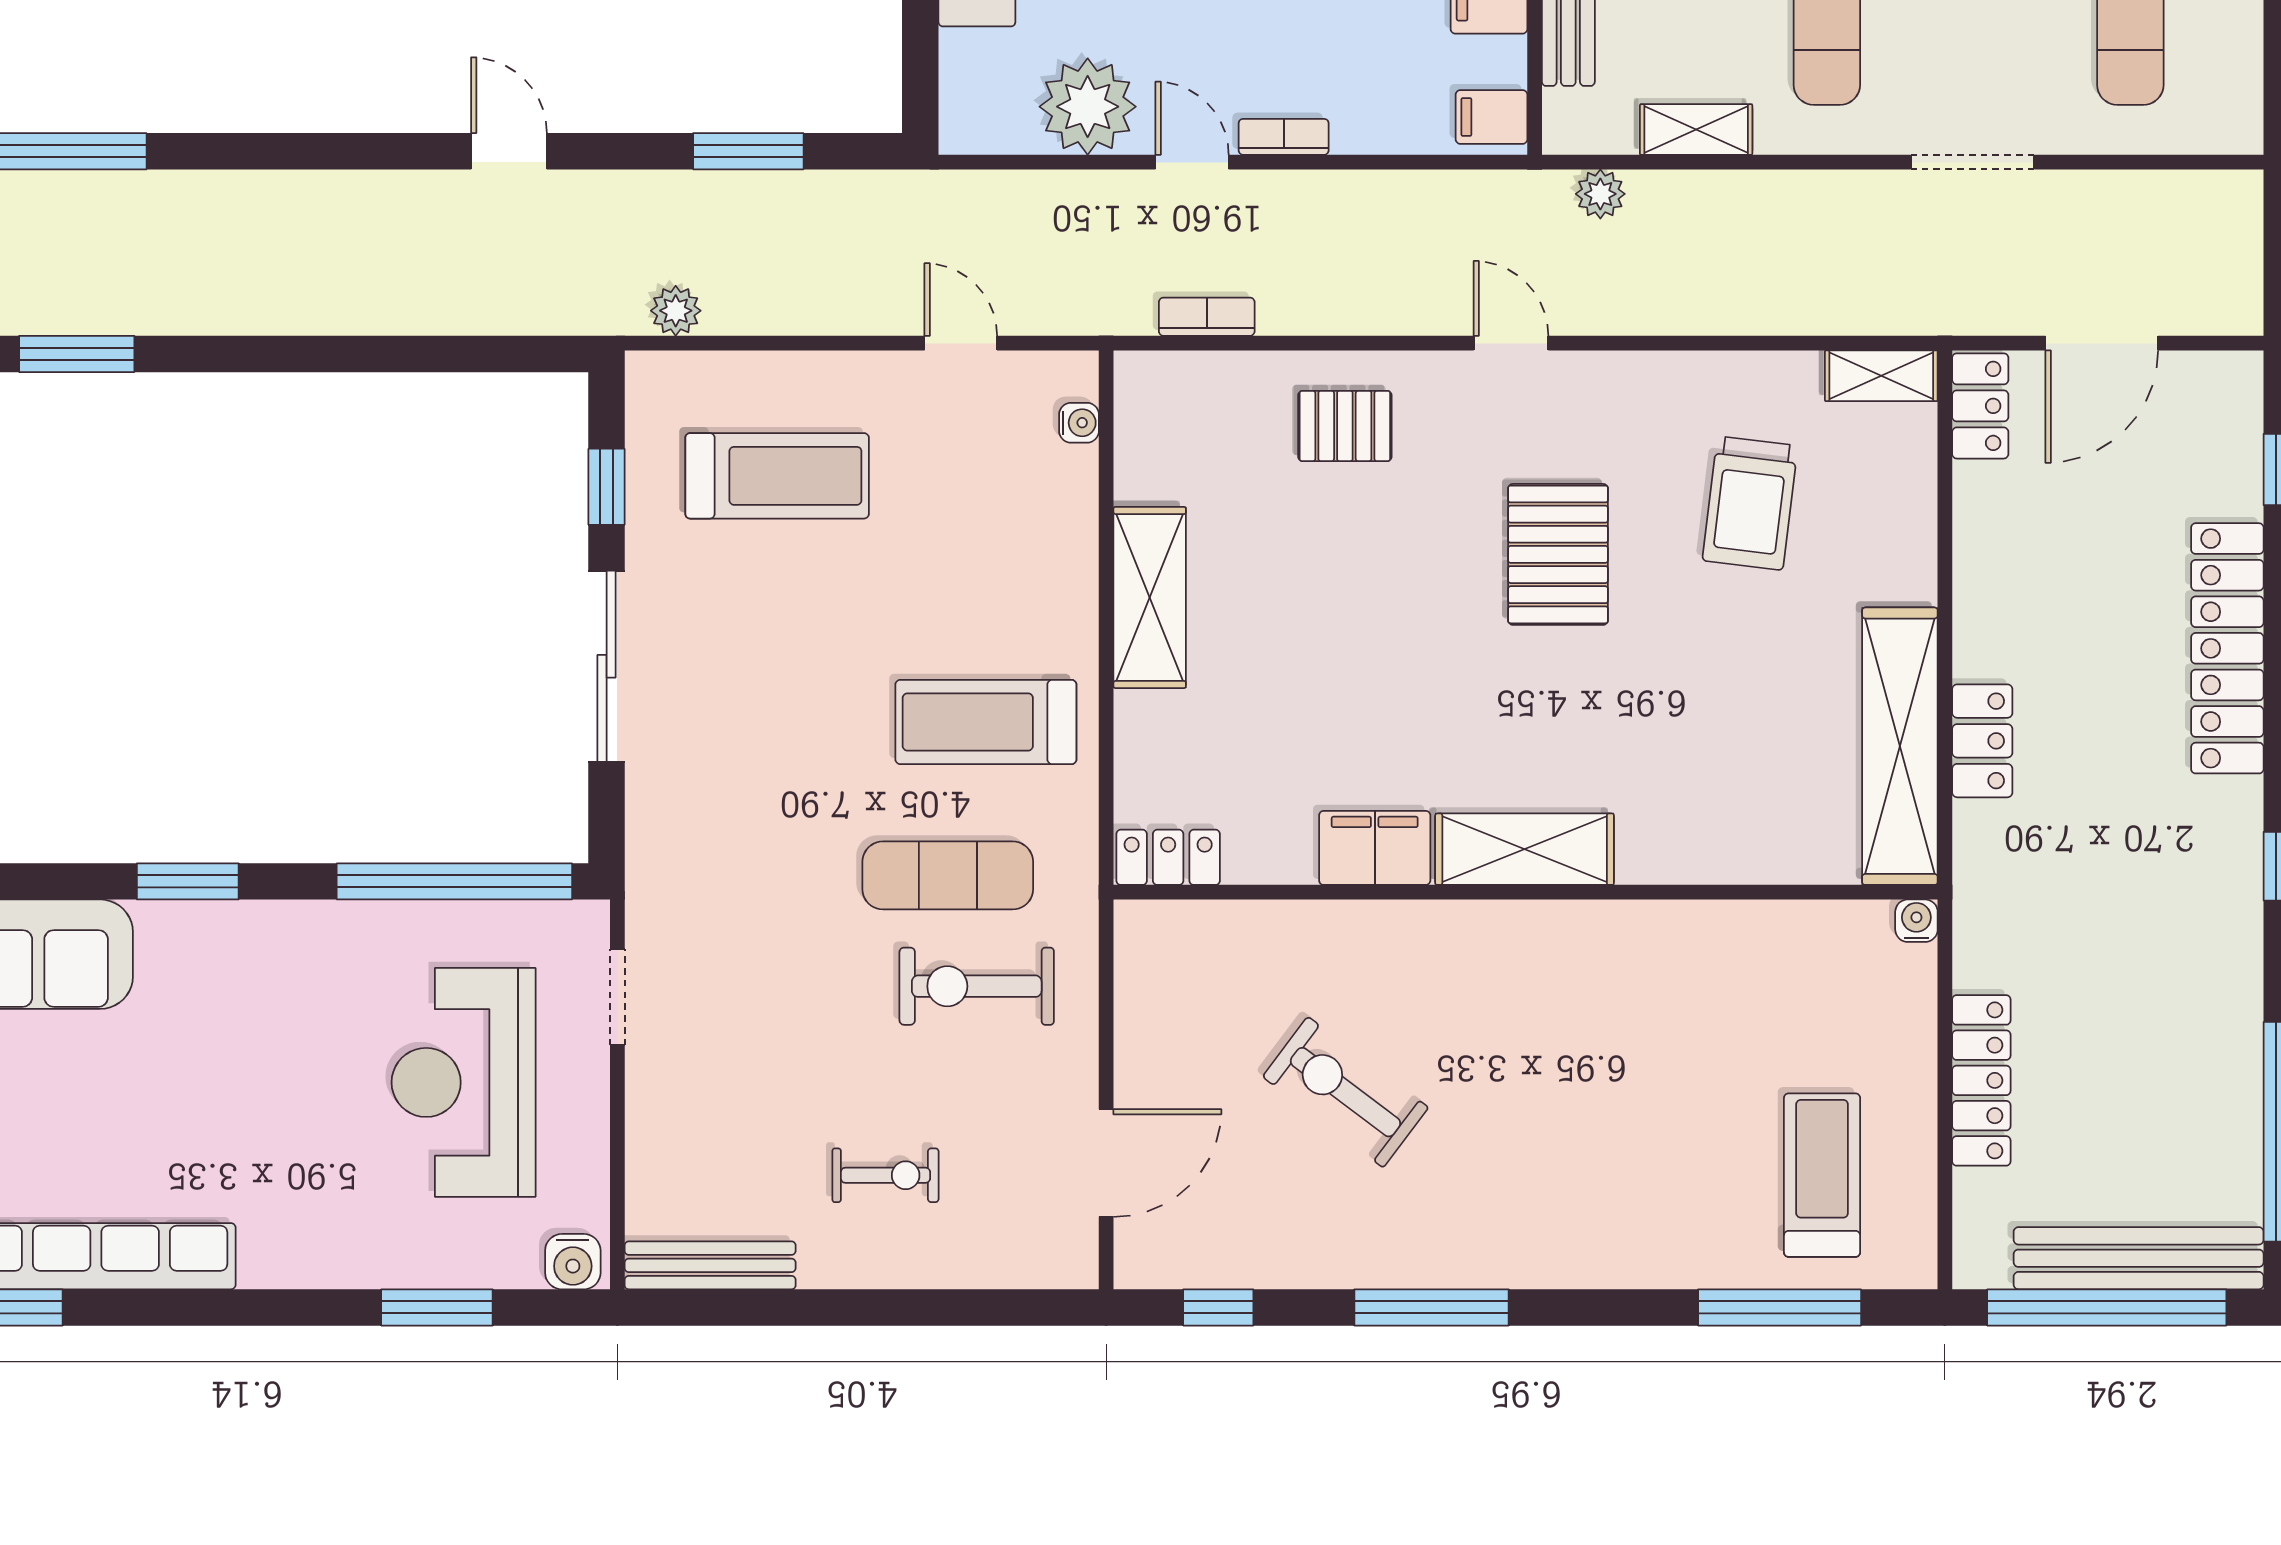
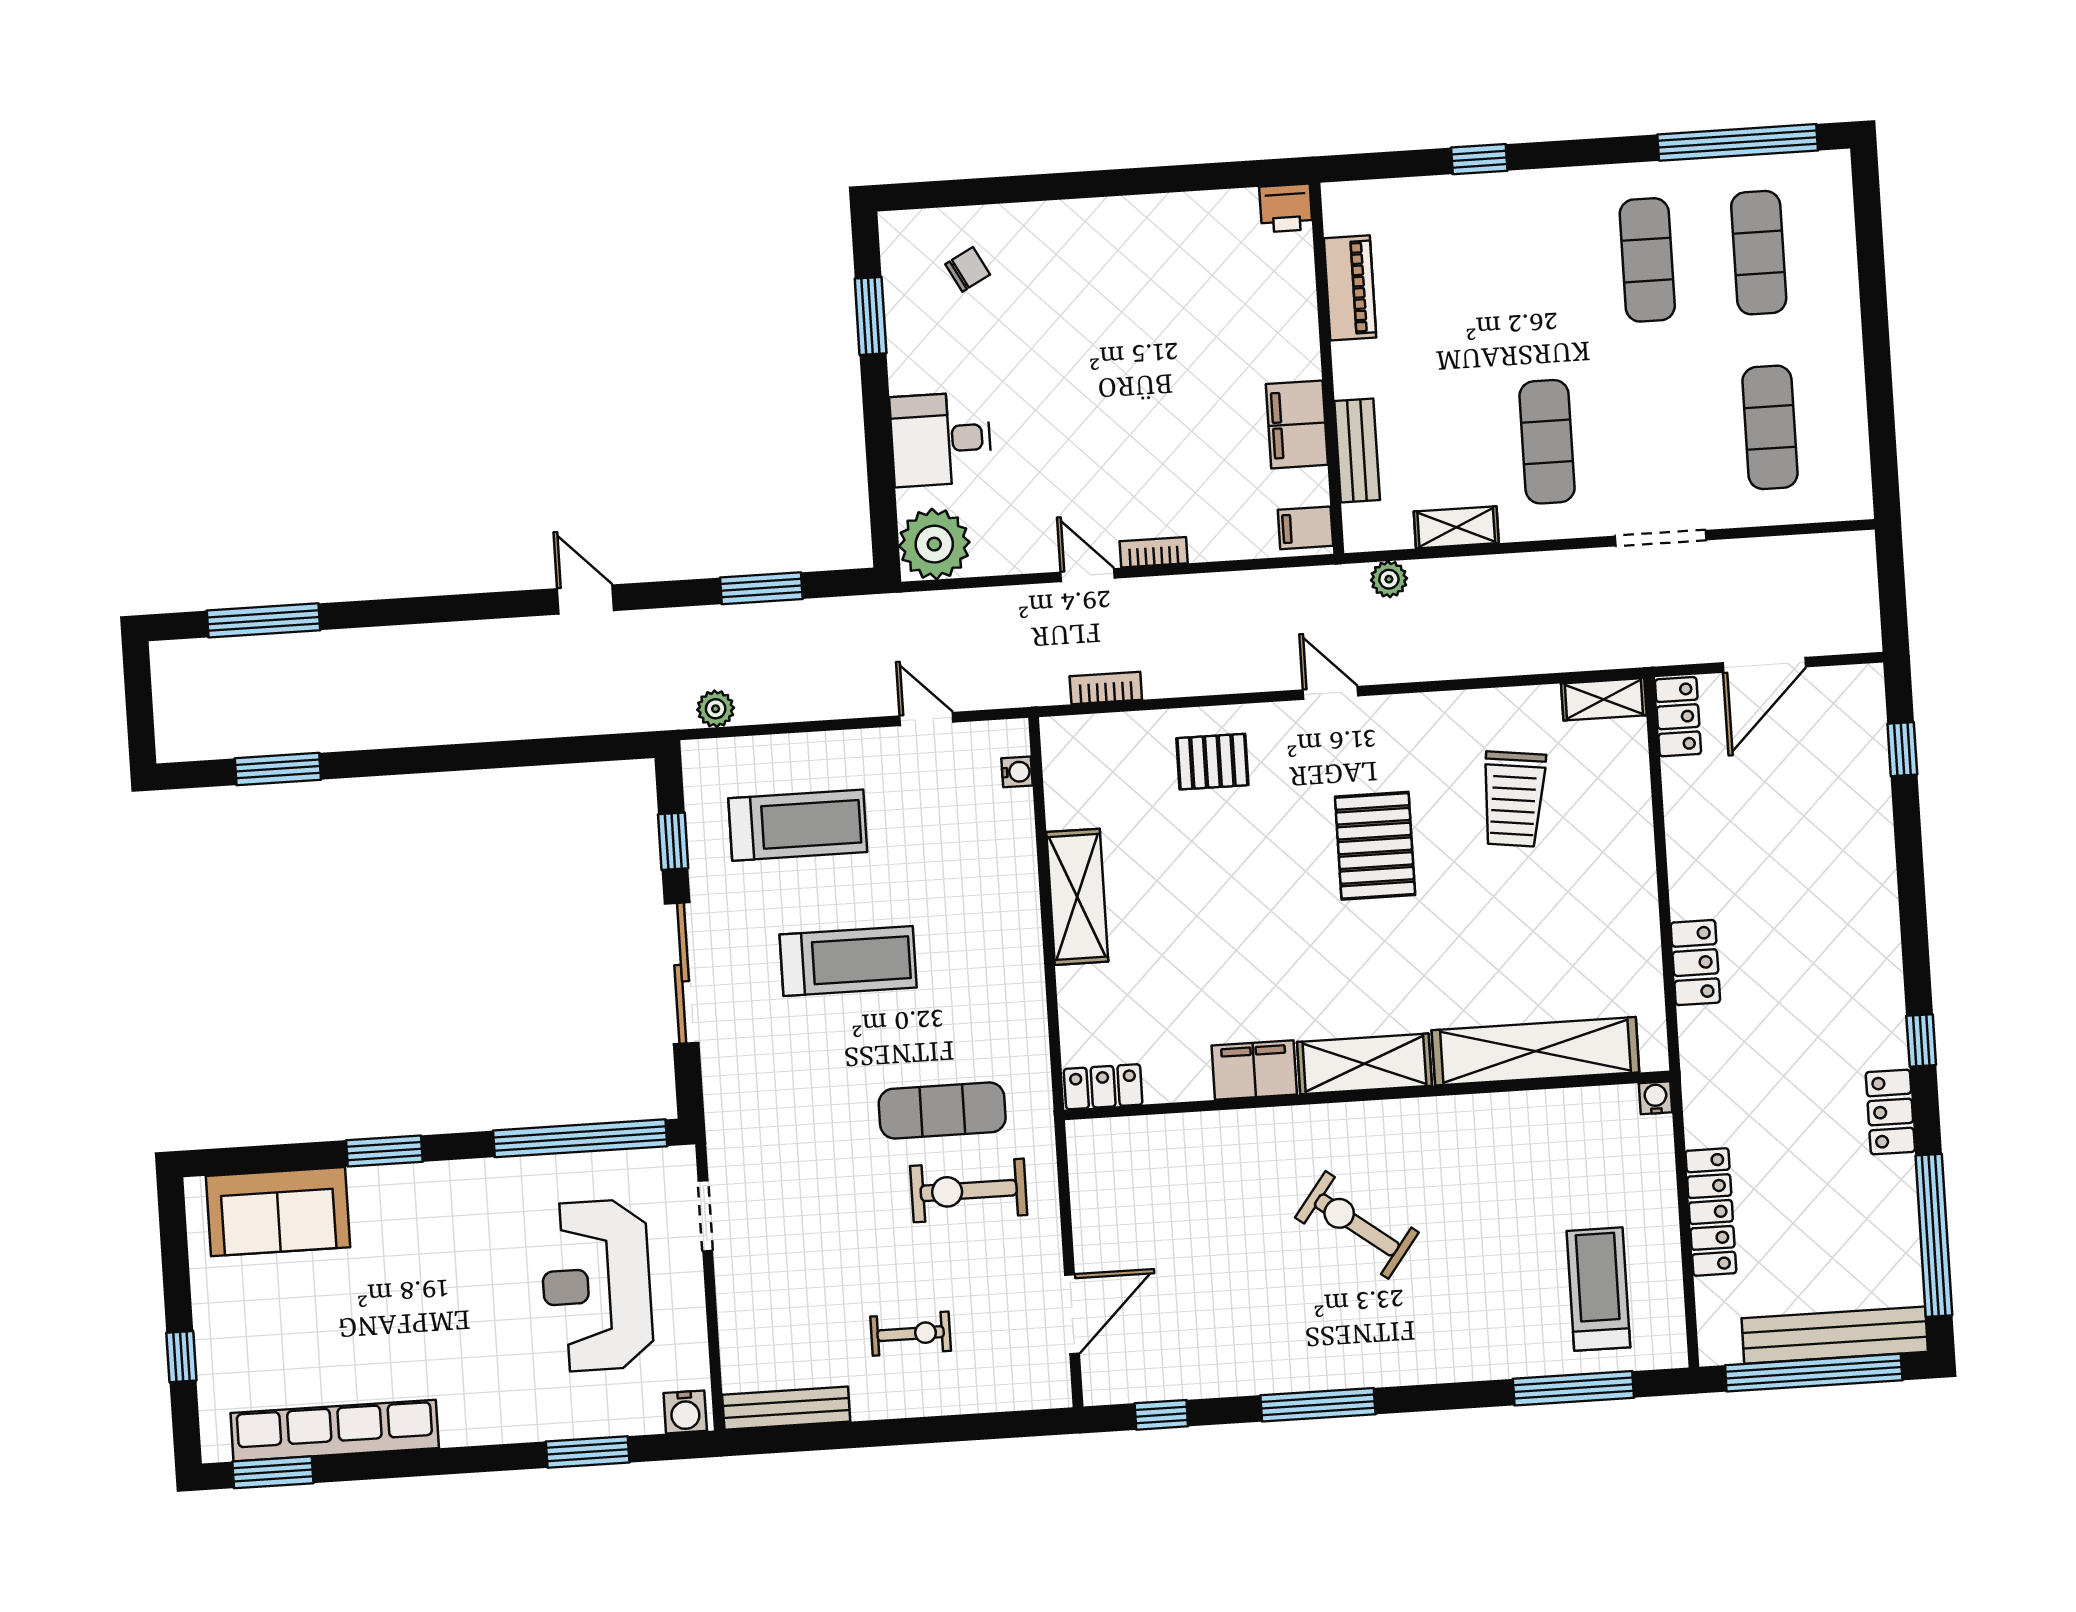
plant: (1088, 107) -> (934, 544), moved
locker: (2227, 648) -> (1890, 1112), moved, width x0.46, depth x0.83
treadmill: (986, 722) -> (848, 961), moved, turned 180
shelving: (1900, 746) -> (1535, 1051), moved, turned 90
exercise bike: (1345, 1092) -> (1357, 1225), moved

